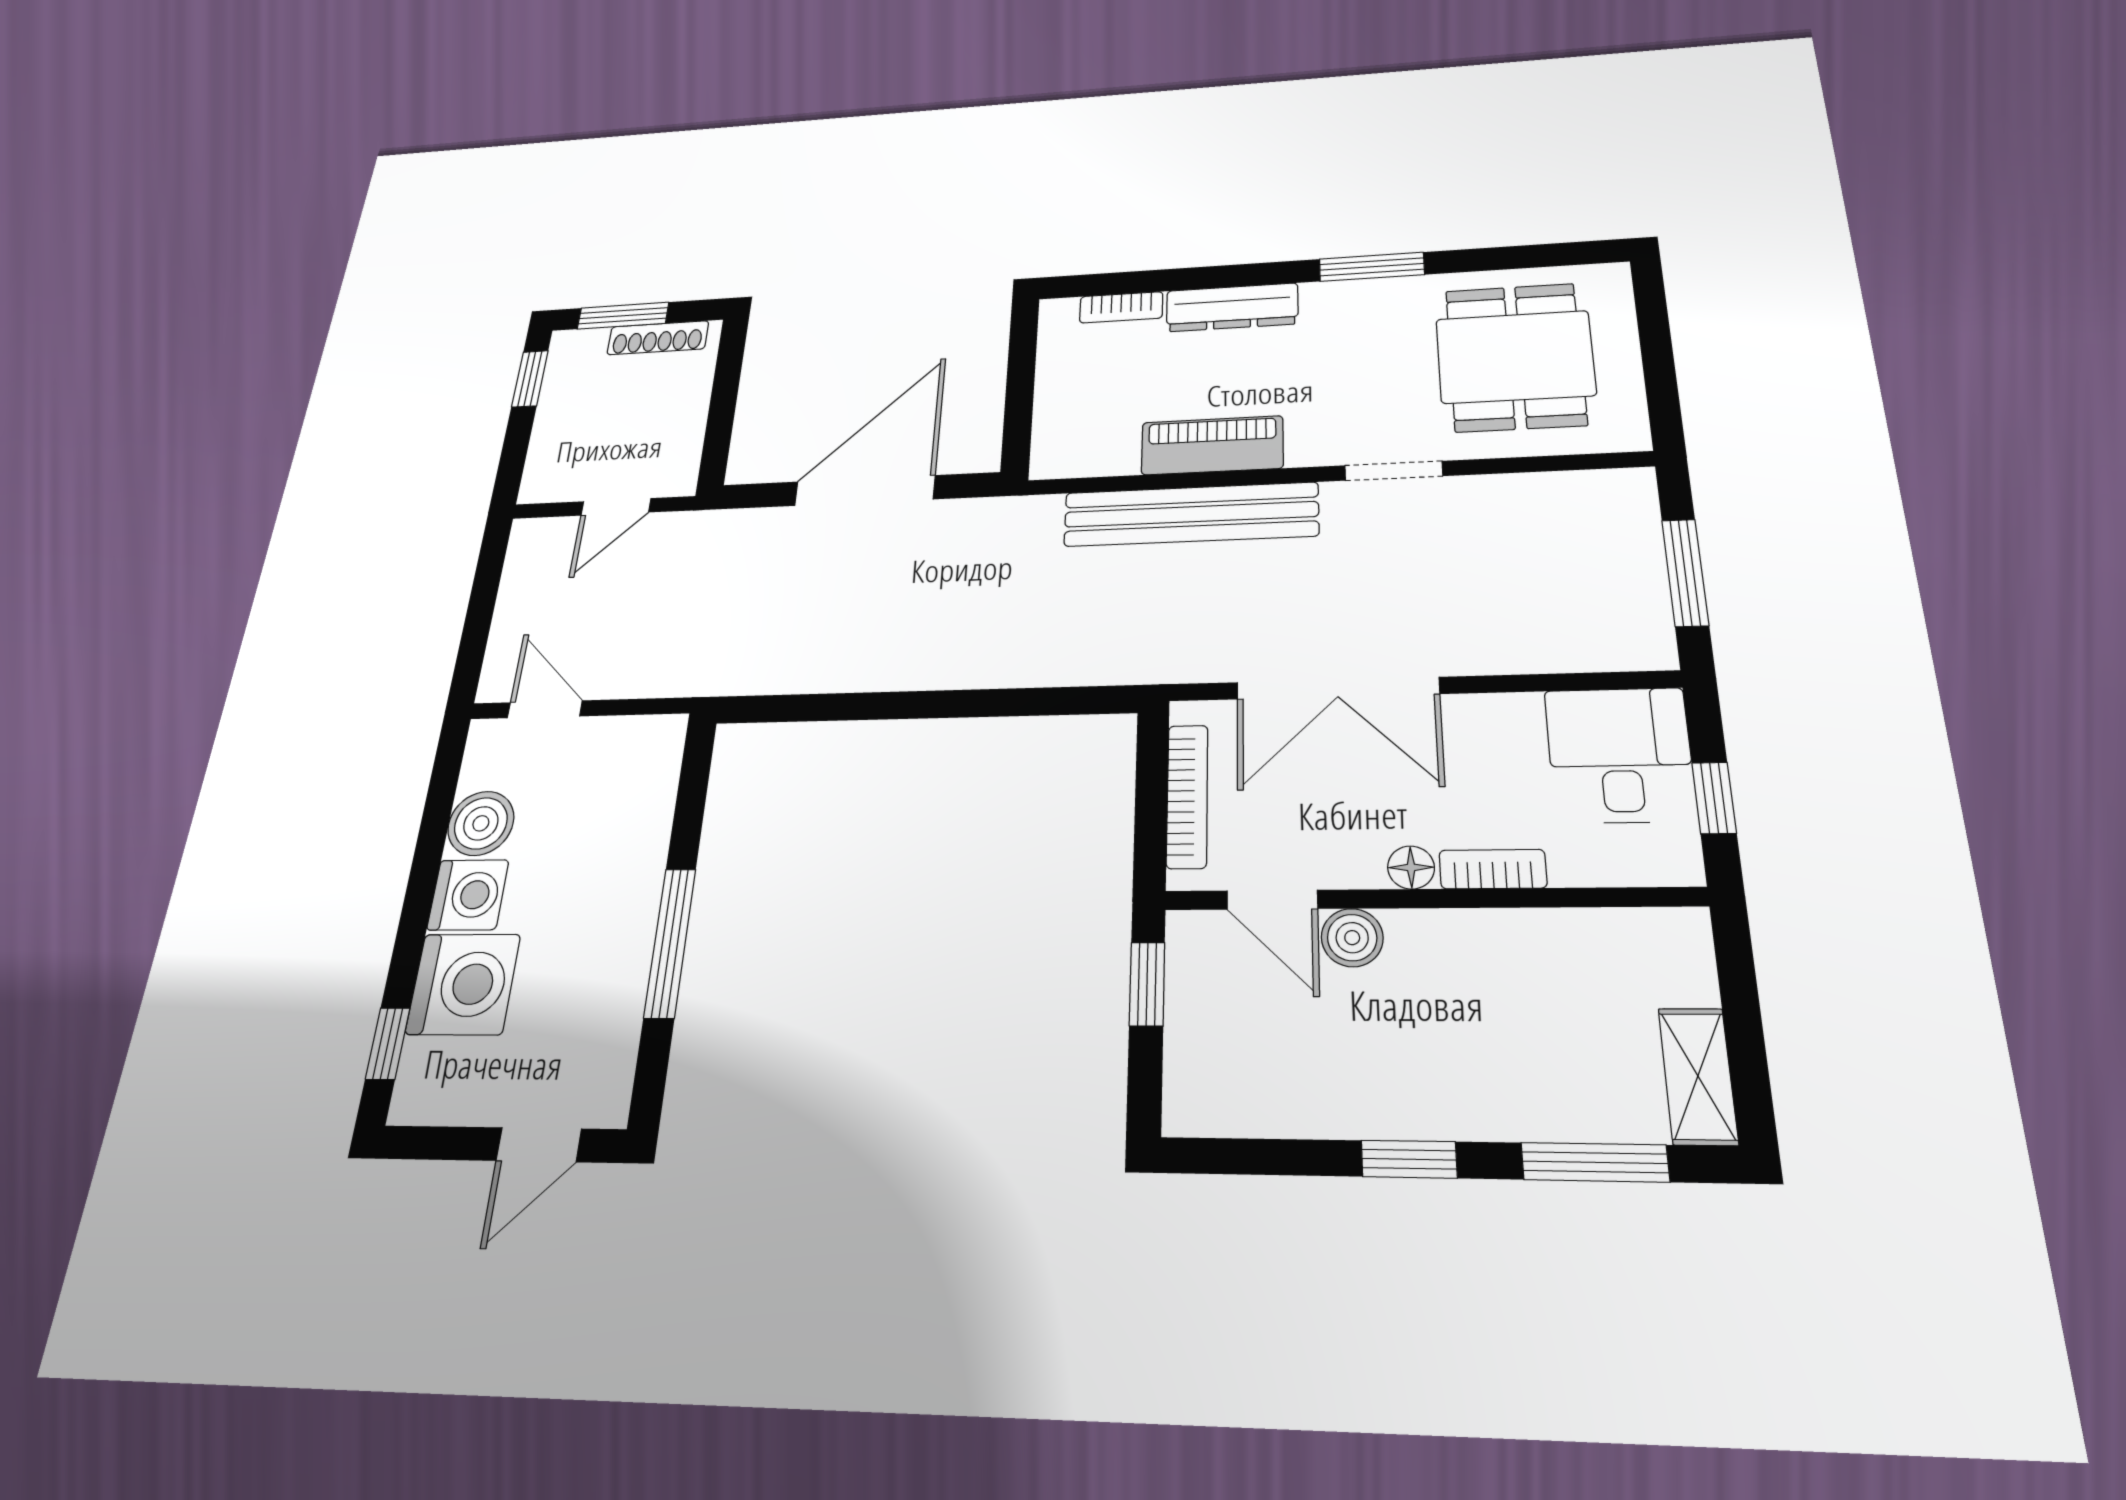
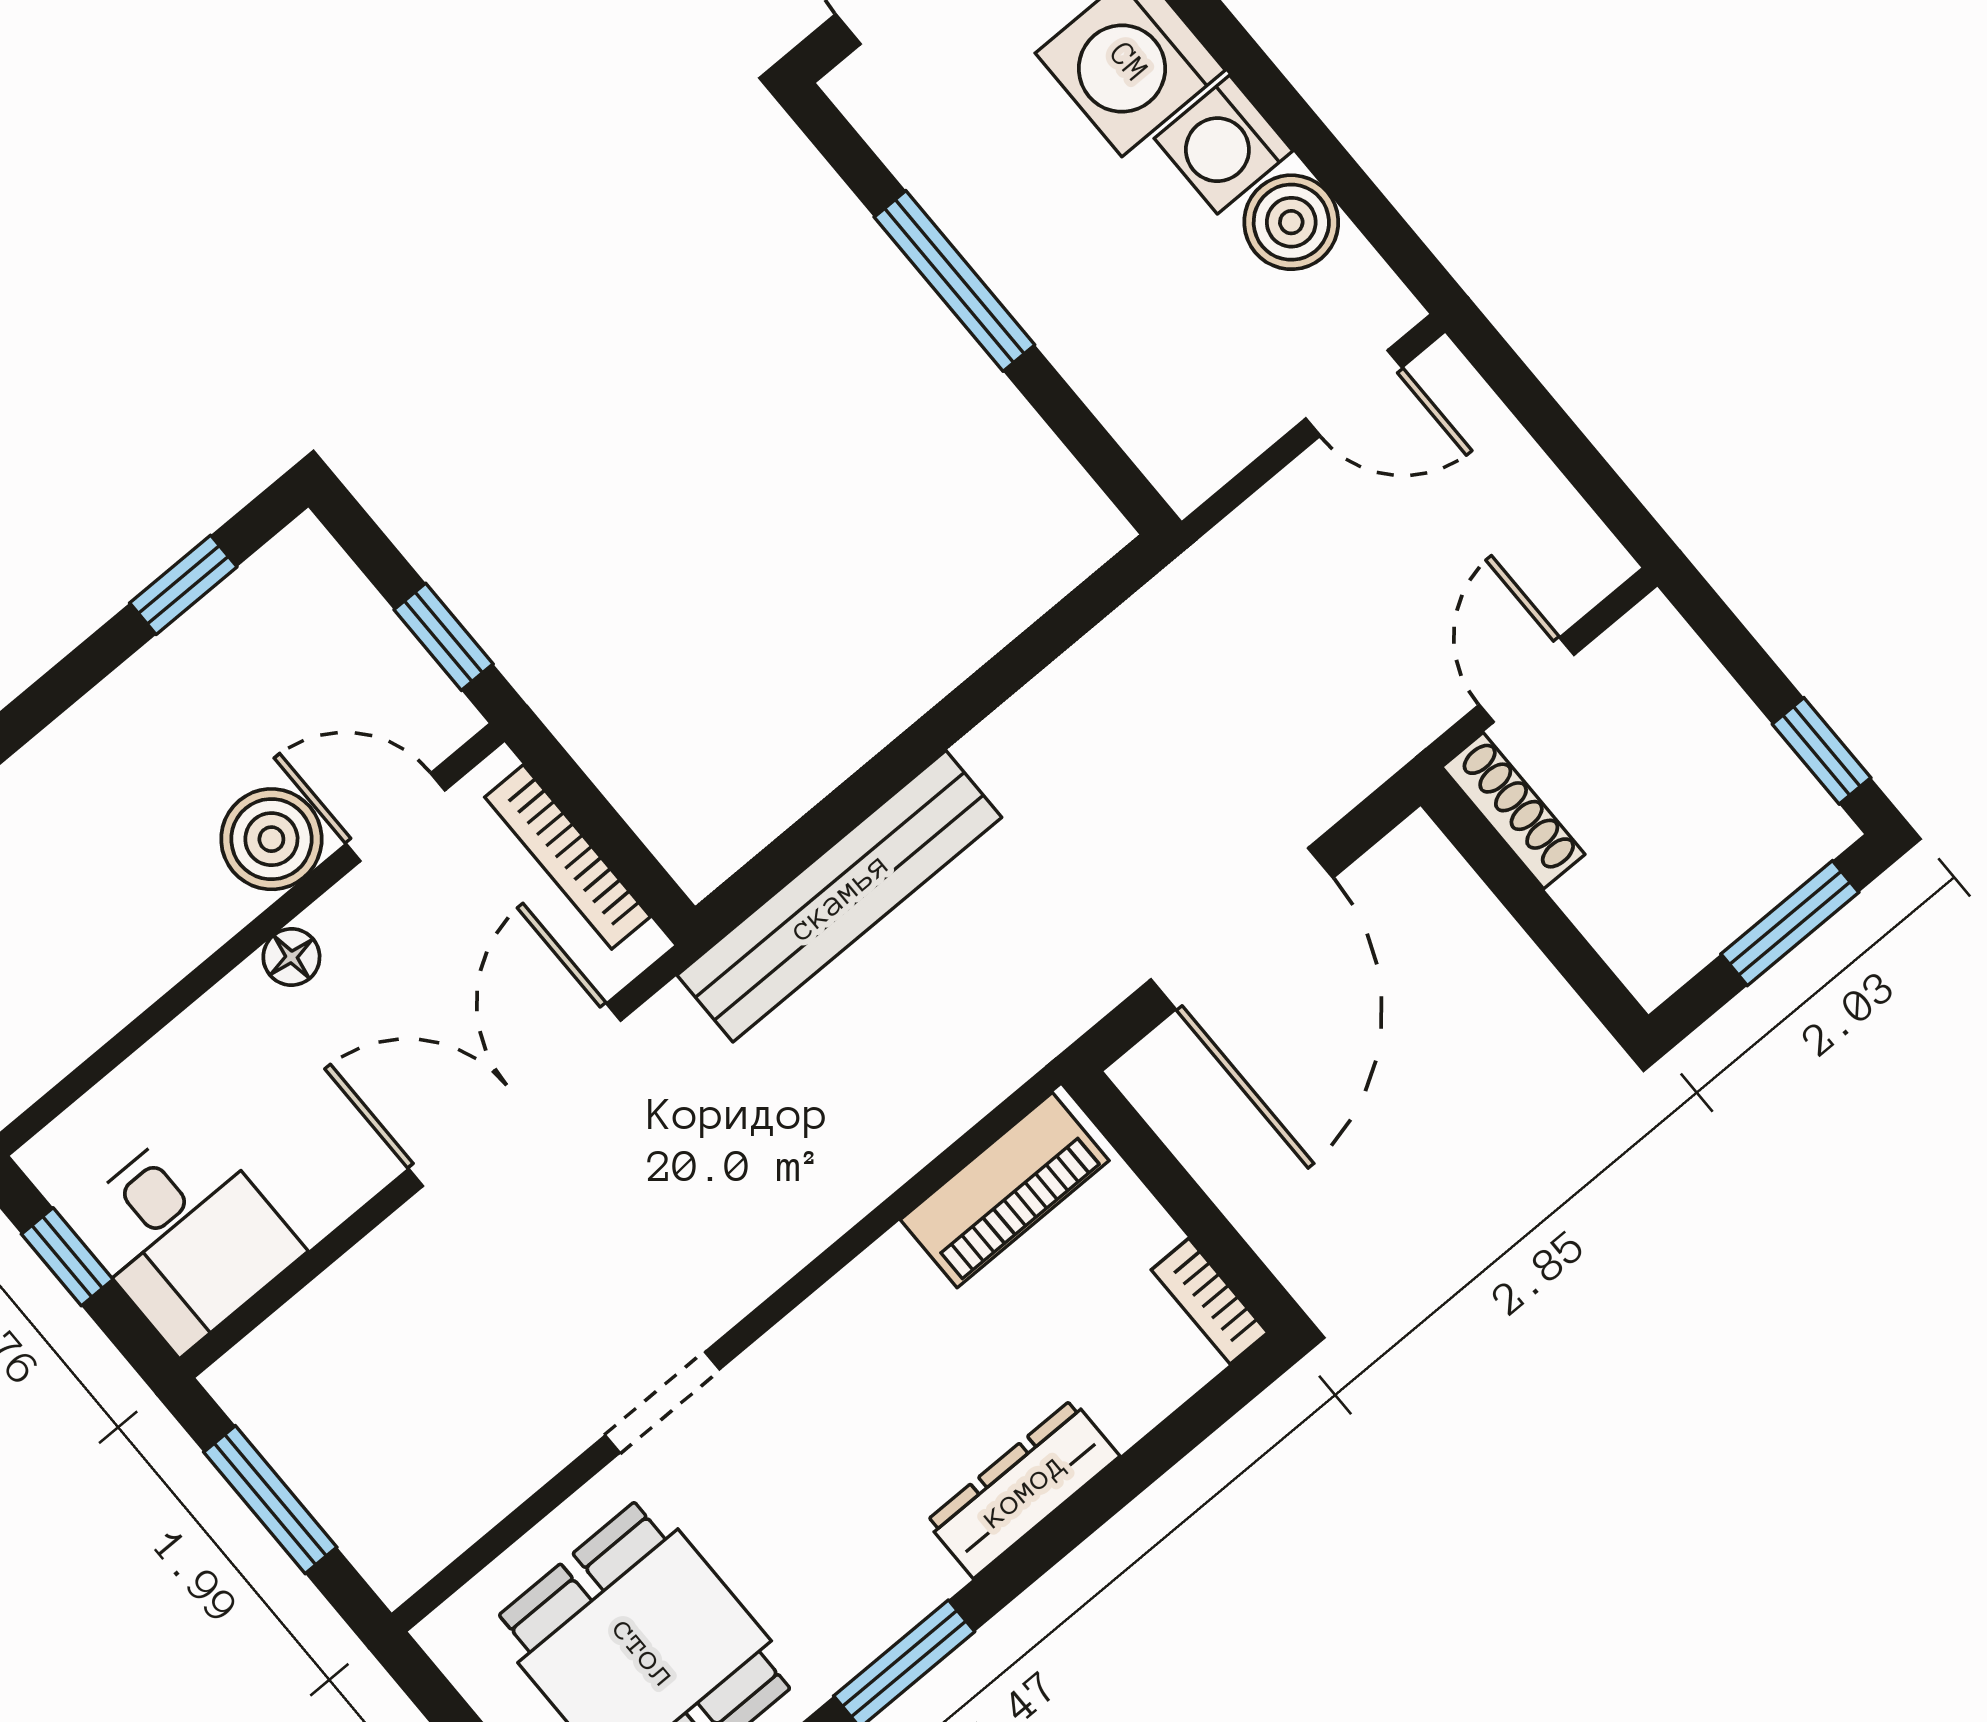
bookcase: (1121, 307) -> (1209, 1301), moved, turned -90
shoe rack: (658, 338) -> (1513, 811), moved, turned 90
piano: (1212, 445) -> (1005, 1190), moved
bench: (1190, 514) -> (839, 896), moved
bookcase: (1493, 869) -> (215, 1017), removed
boiler: (1352, 938) -> (271, 839), width x1.36, depth x1.36
window: (1409, 1159) -> (183, 585), moved

